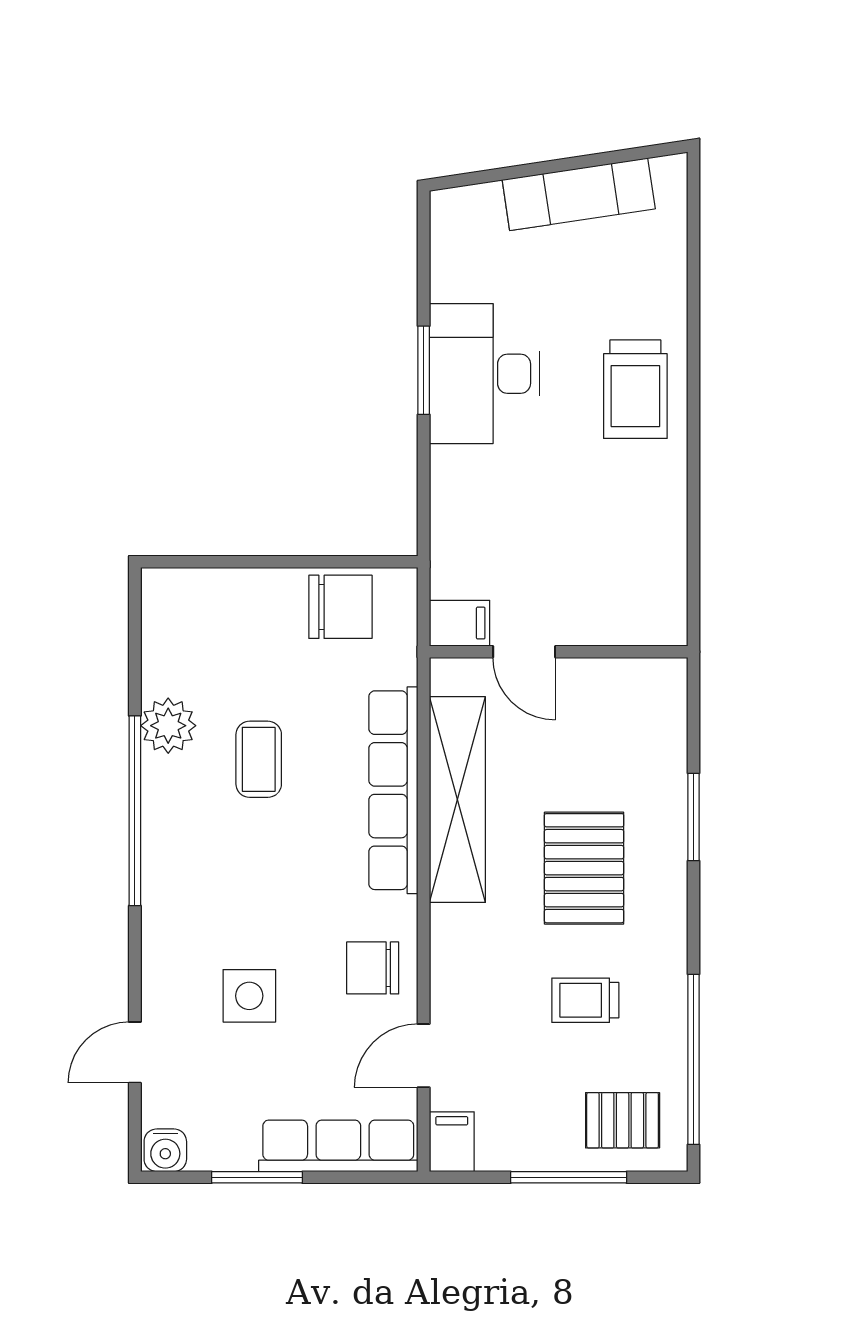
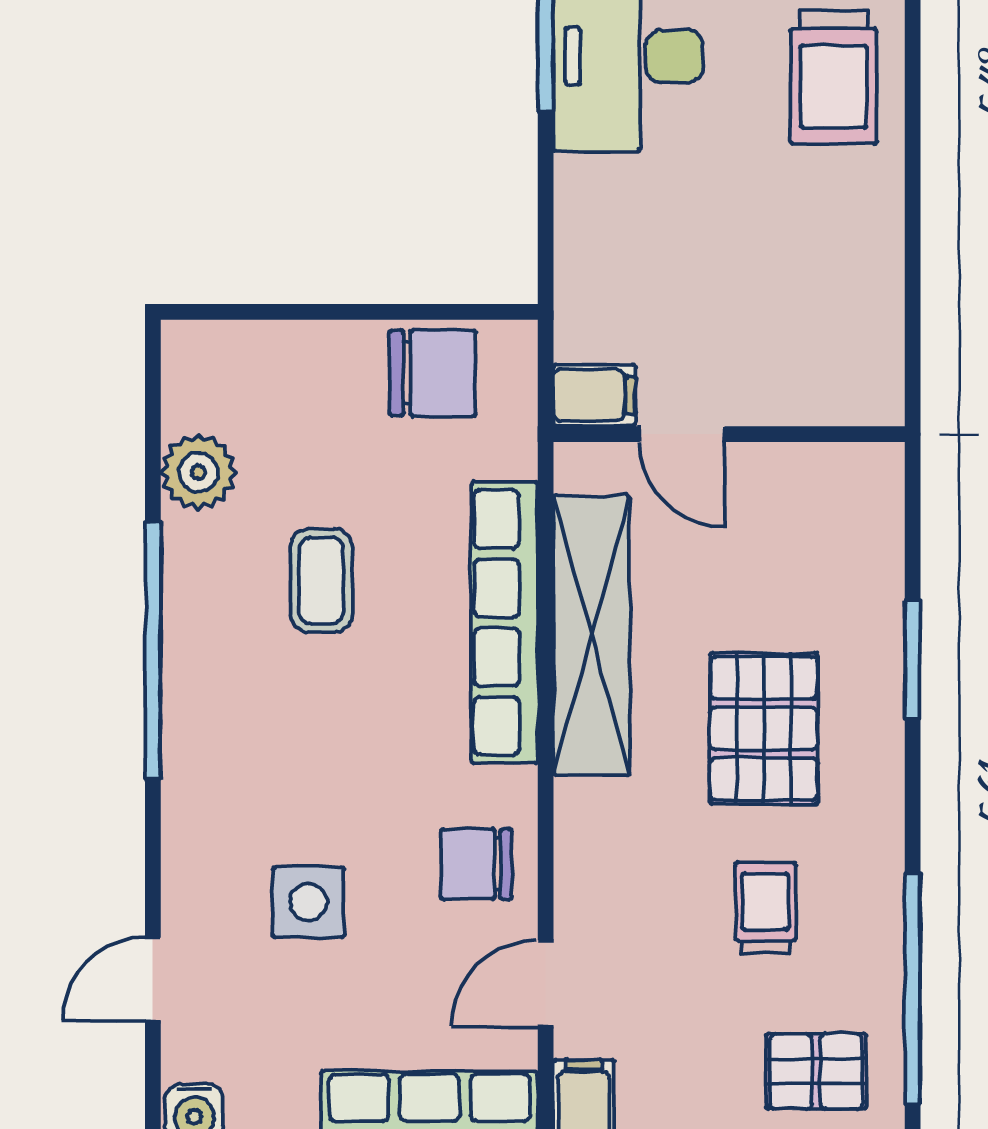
plant: (168, 726) -> (198, 472), moved
trolley: (585, 1000) -> (765, 908), turned 90

